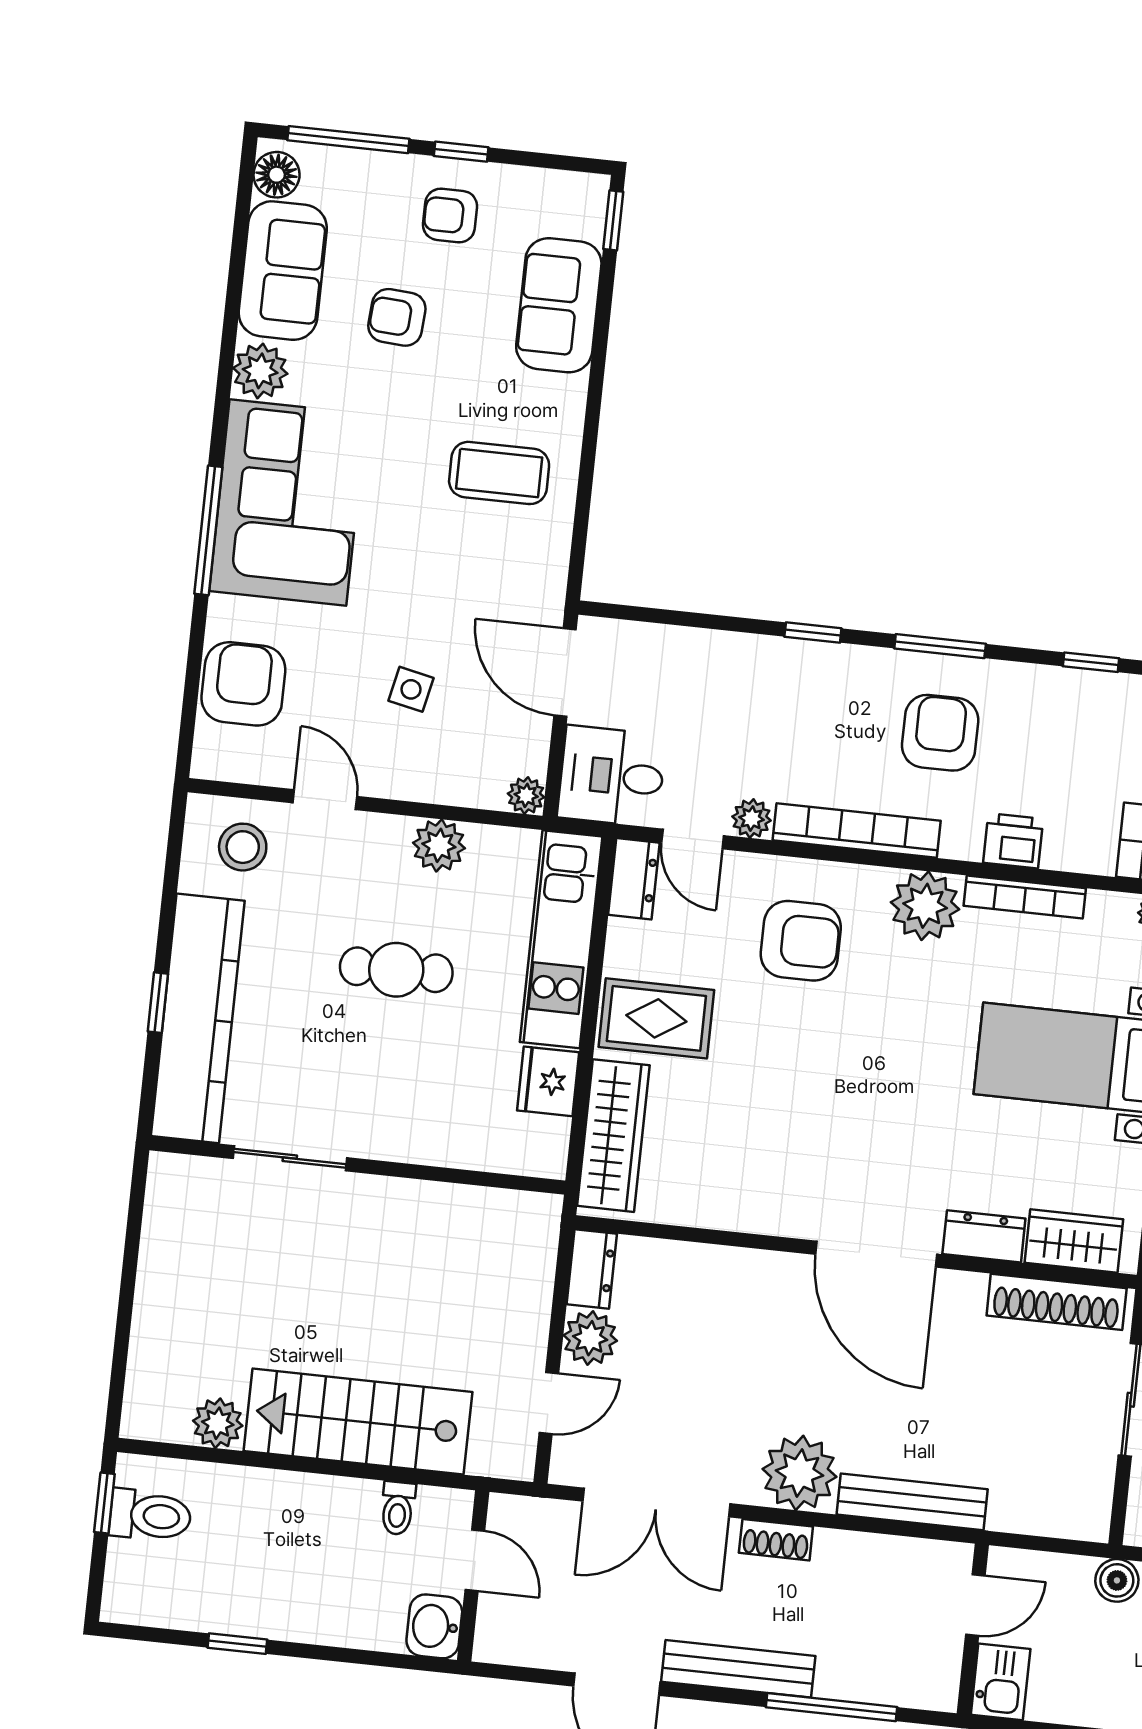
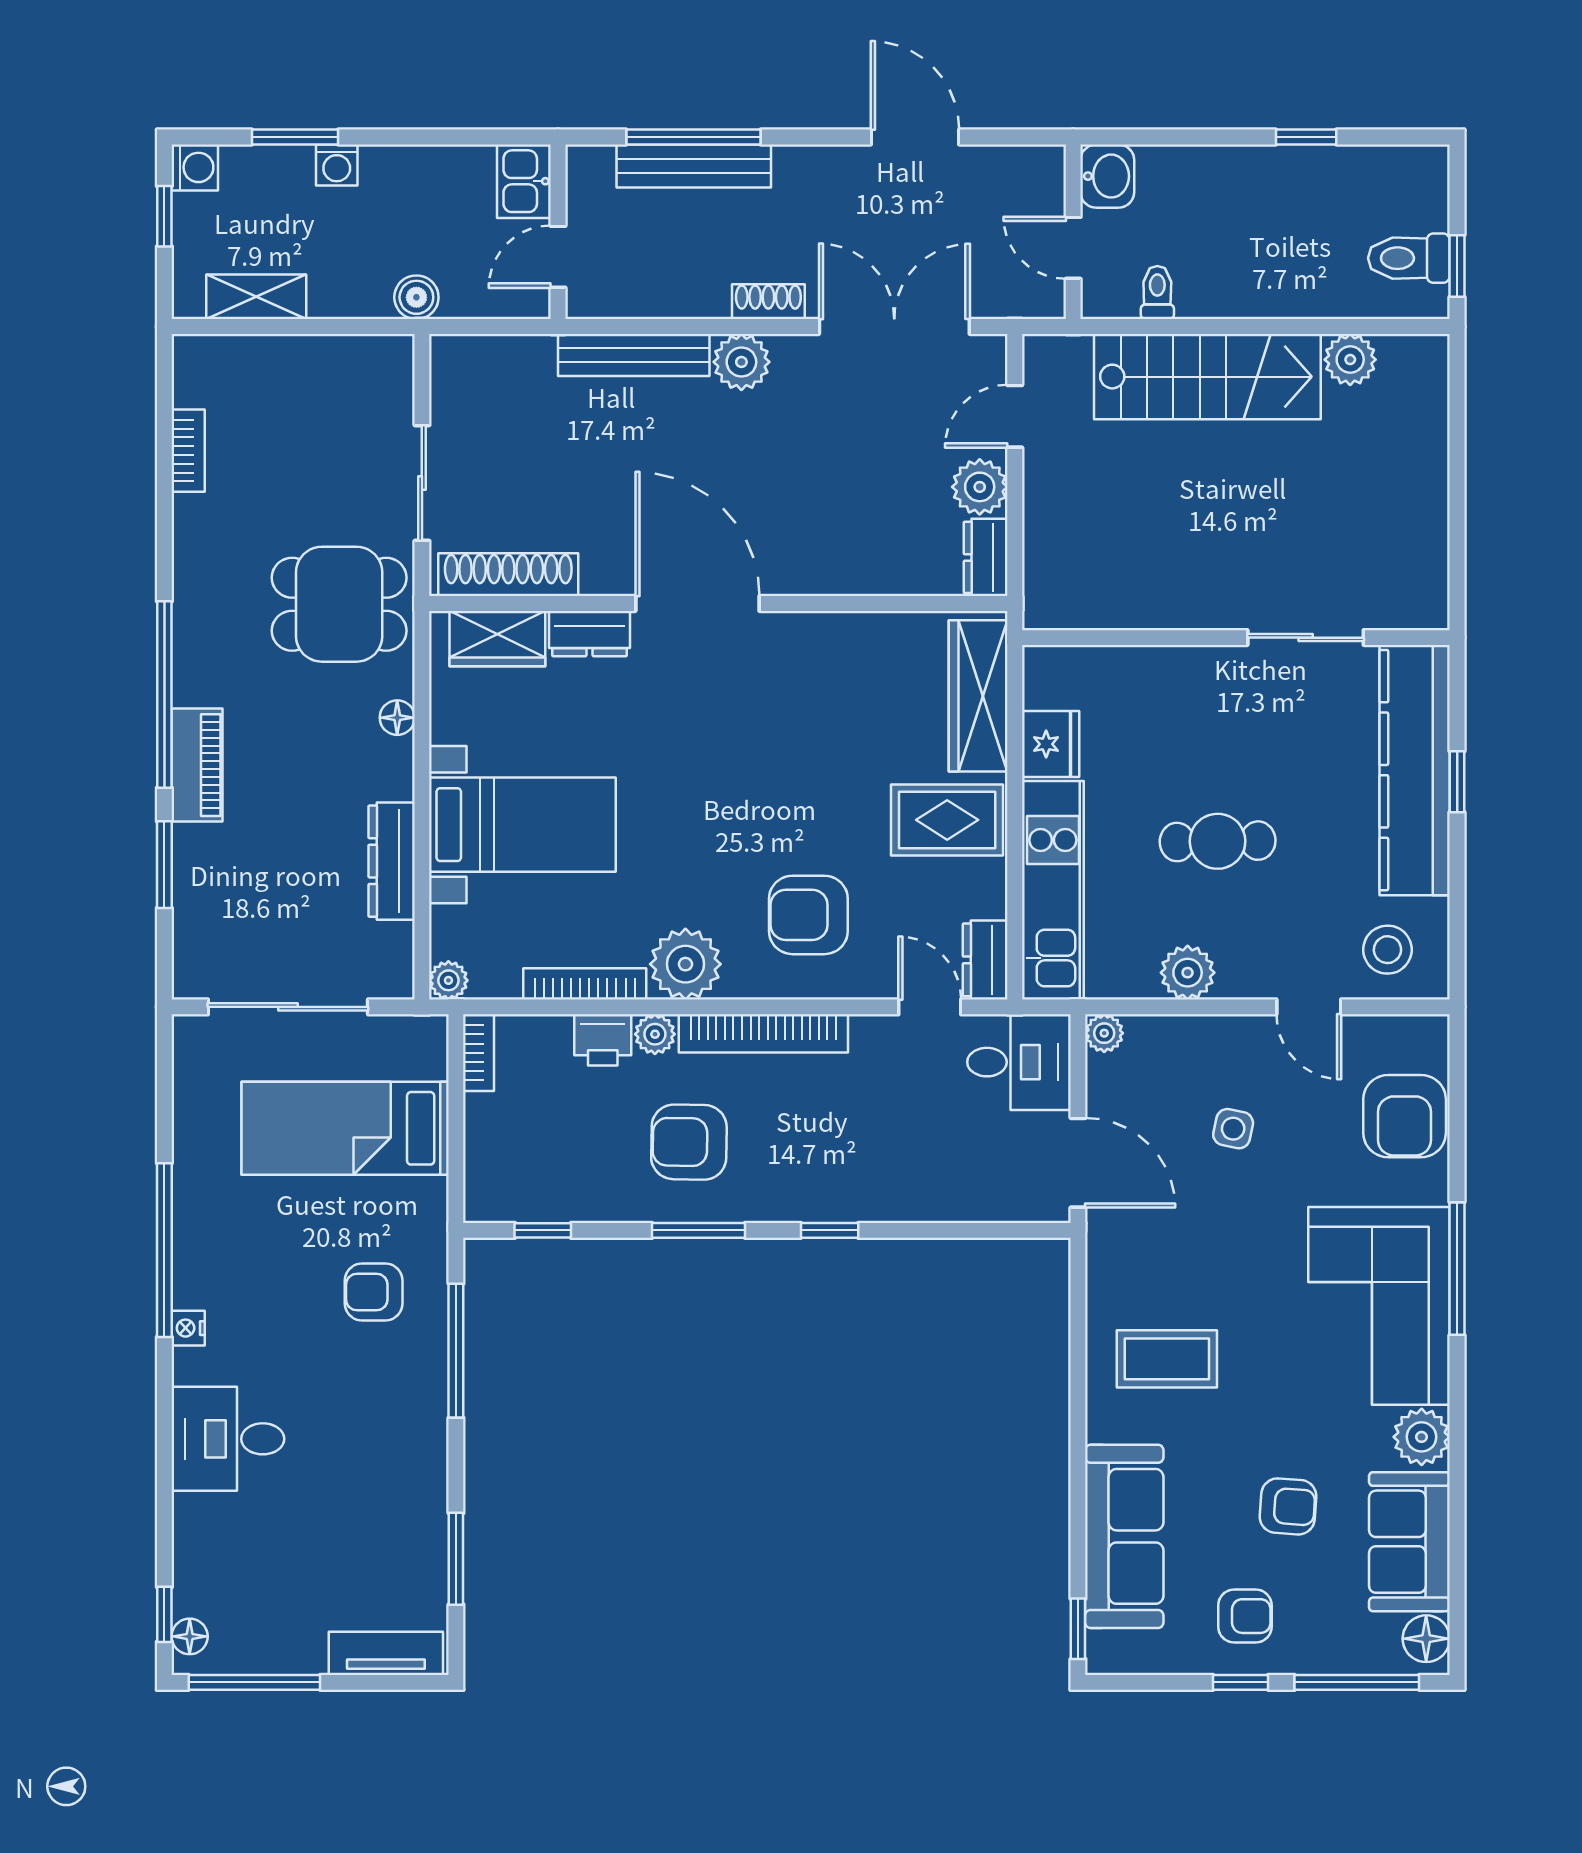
sofa: (559, 305) -> (1124, 1536), width x1.36
armchair: (940, 733) -> (689, 1142), turned 91
plant: (752, 818) -> (655, 1034), moved
plant: (800, 1473) -> (741, 362), width x0.73, depth x0.73
bench: (738, 1669) -> (694, 166), moved

